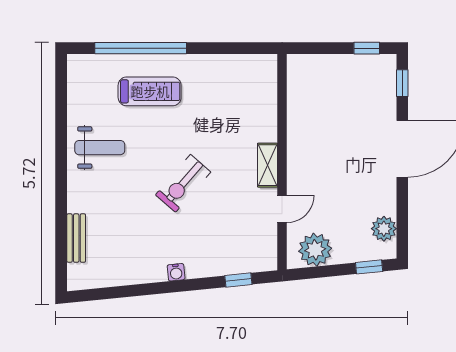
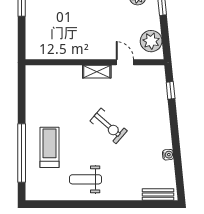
weight bench: (100, 148) -> (86, 179), turned -90
bench: (76, 238) -> (158, 194), moved
water cooler: (176, 272) -> (168, 155), moved

